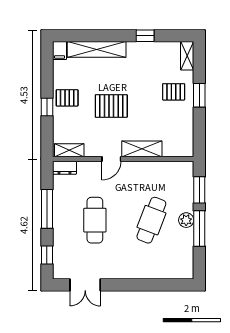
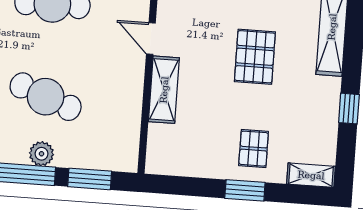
pallet: (111, 106) -> (255, 57), moved

